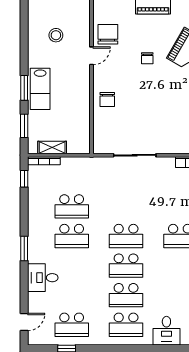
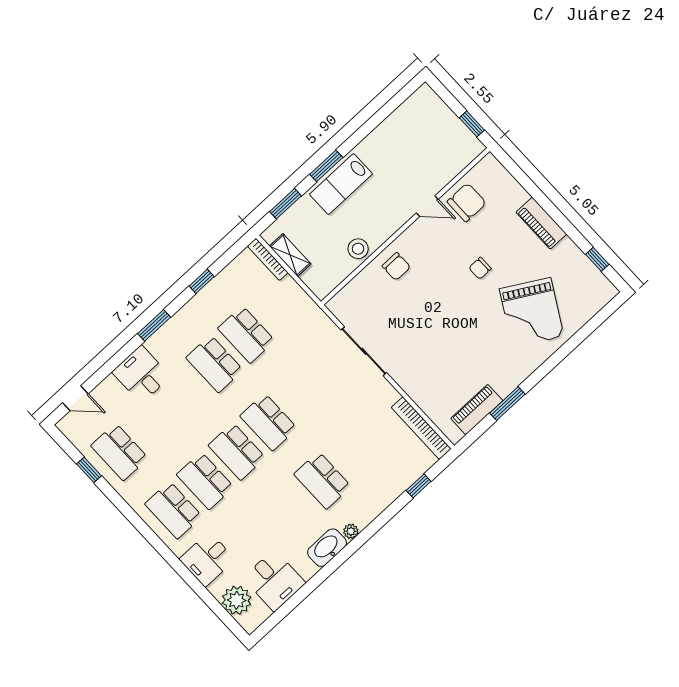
stool: (56, 35) -> (358, 249), moved
chair: (107, 99) -> (396, 266), turned -90
window: (24, 179) -> (202, 281), moved

